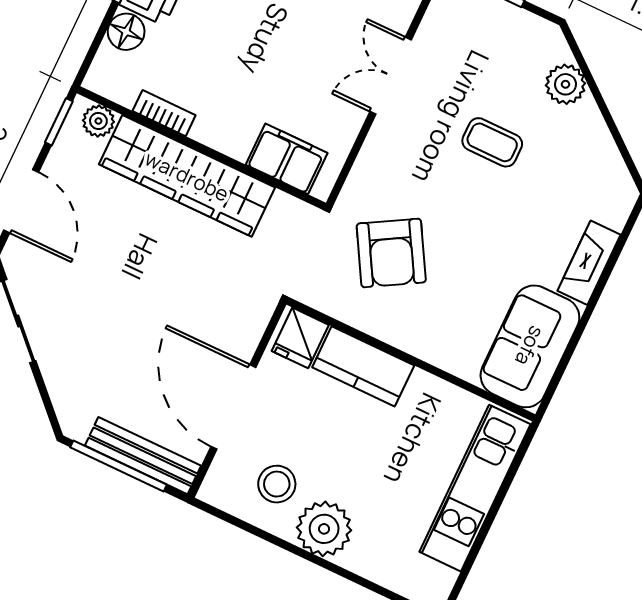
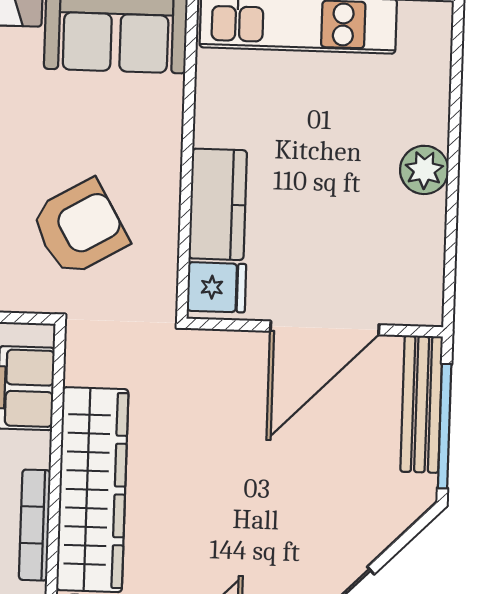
bookcase: (164, 113) -> (35, 525), width x1.56
stool: (277, 484) -> (389, 243), removed
plant: (324, 529) -> (424, 170), width x0.73, depth x0.73

